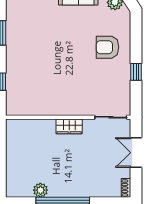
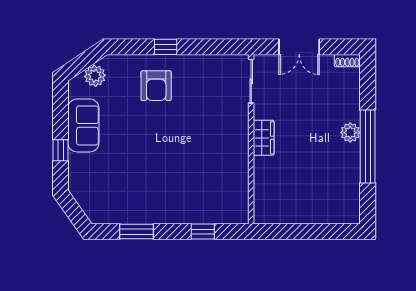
window: (136, 72) -> (166, 47), moved
plant: (40, 190) -> (350, 133), moved

